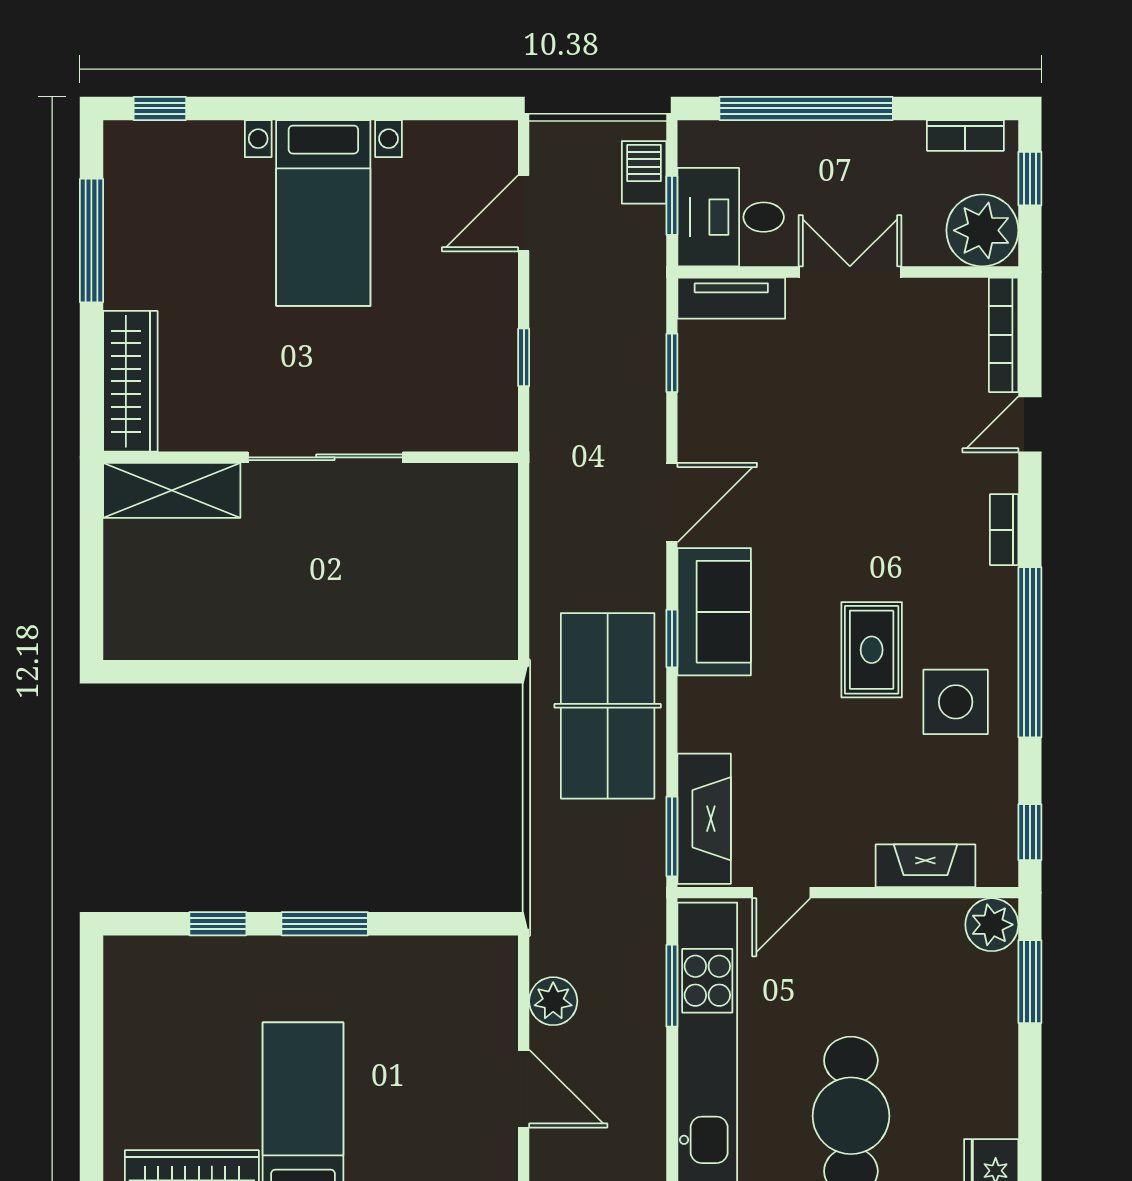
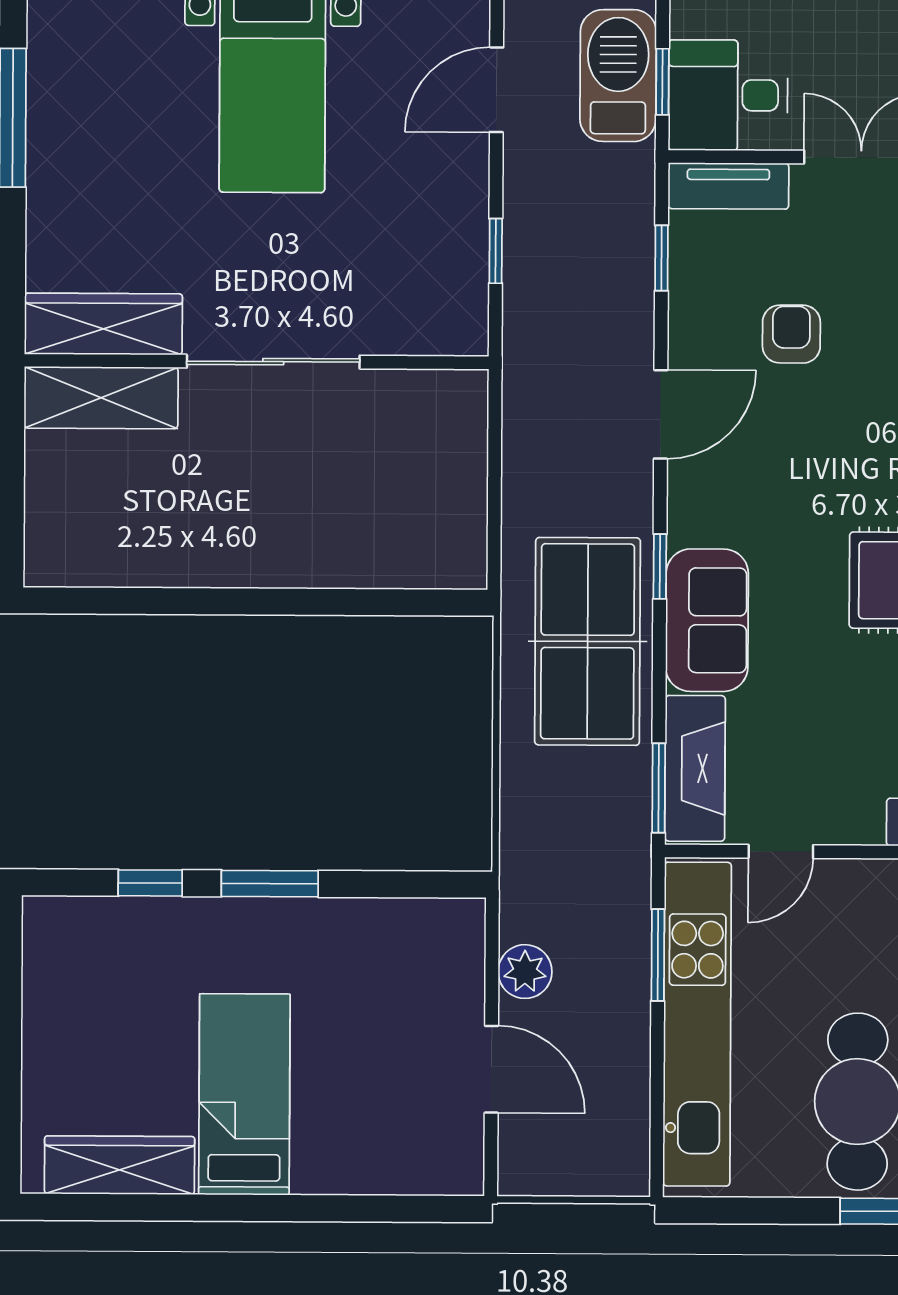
barbecue: (644, 172) -> (618, 76), width x1.88, depth x1.53
wardrobe: (130, 381) -> (103, 324), moved, turned -90
armchair: (788, 430) -> (791, 334), added
sofa: (714, 612) -> (707, 620), moved

